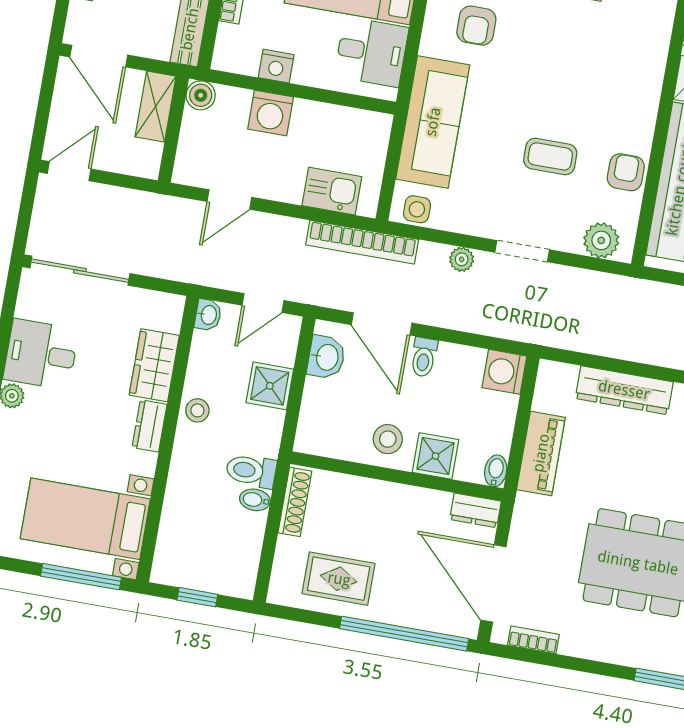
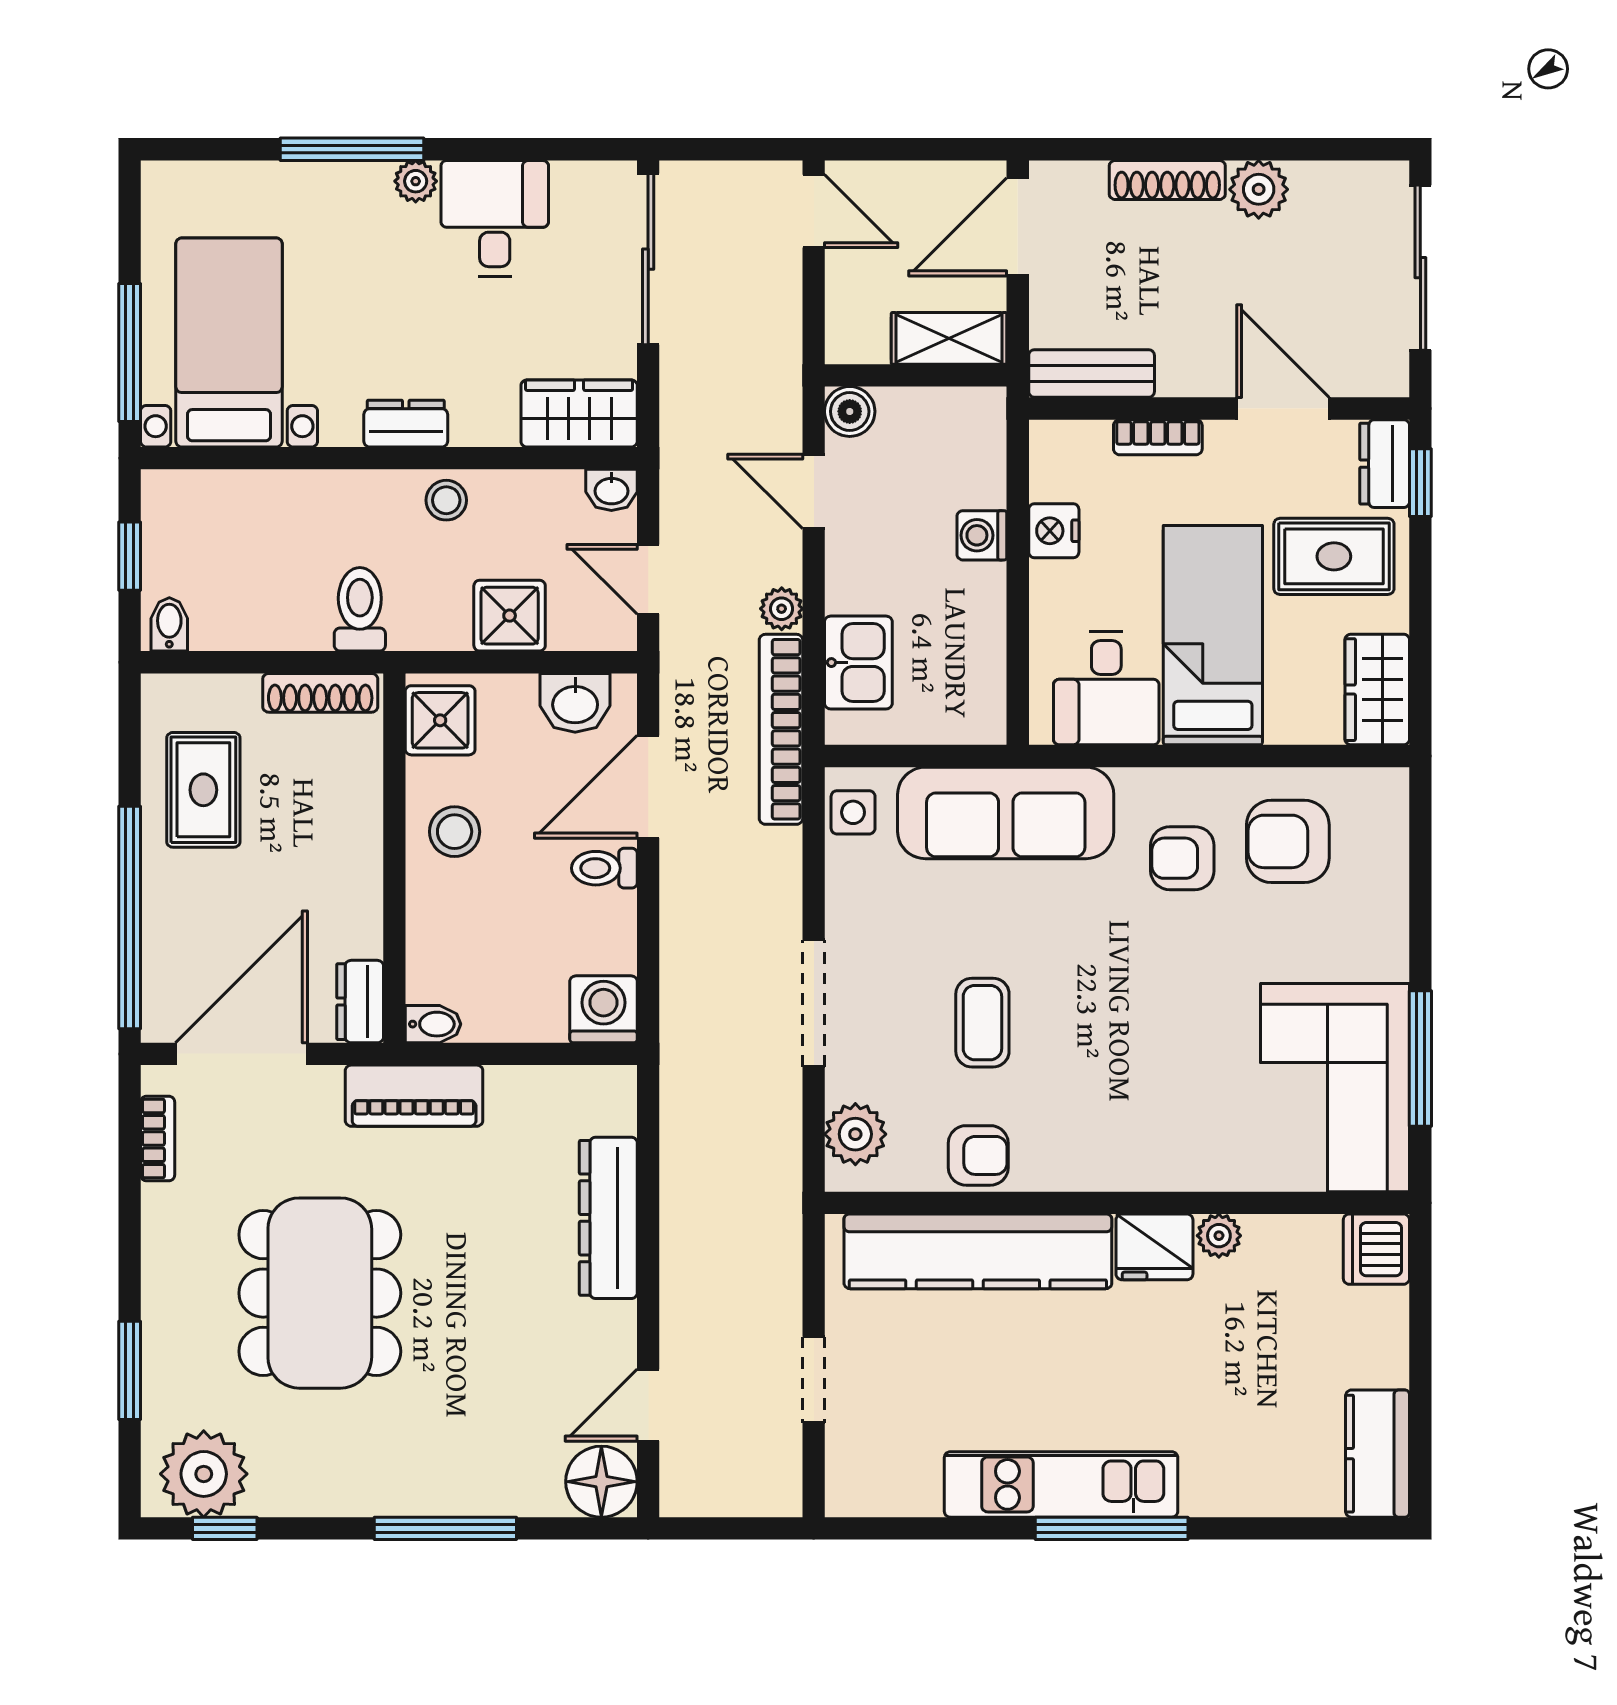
boiler: (201, 95) -> (850, 411), moved
washing machine: (271, 113) -> (982, 535), width x0.73, depth x0.73
doorway: (522, 251) -> (814, 1003), width x1.38
plant: (462, 259) -> (782, 609), moved
wardrobe: (154, 365) -> (579, 413), moved
piano: (541, 453) -> (414, 1096), moved
shower: (435, 456) -> (440, 720), moved
bidet: (255, 500) -> (169, 624), moved

